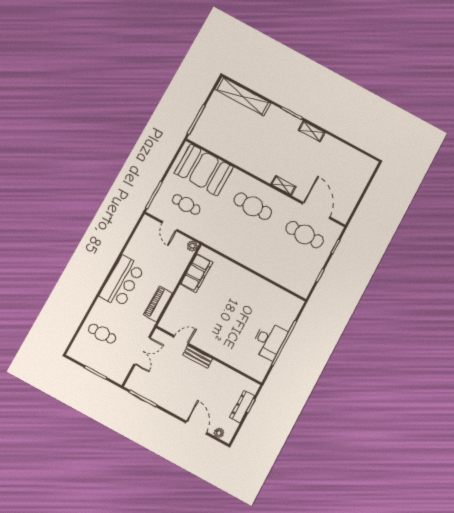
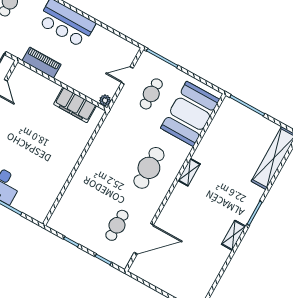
shelving: (283, 185) -> (189, 172), moved
cafe table: (305, 234) -> (117, 225), width x0.73, depth x0.74

